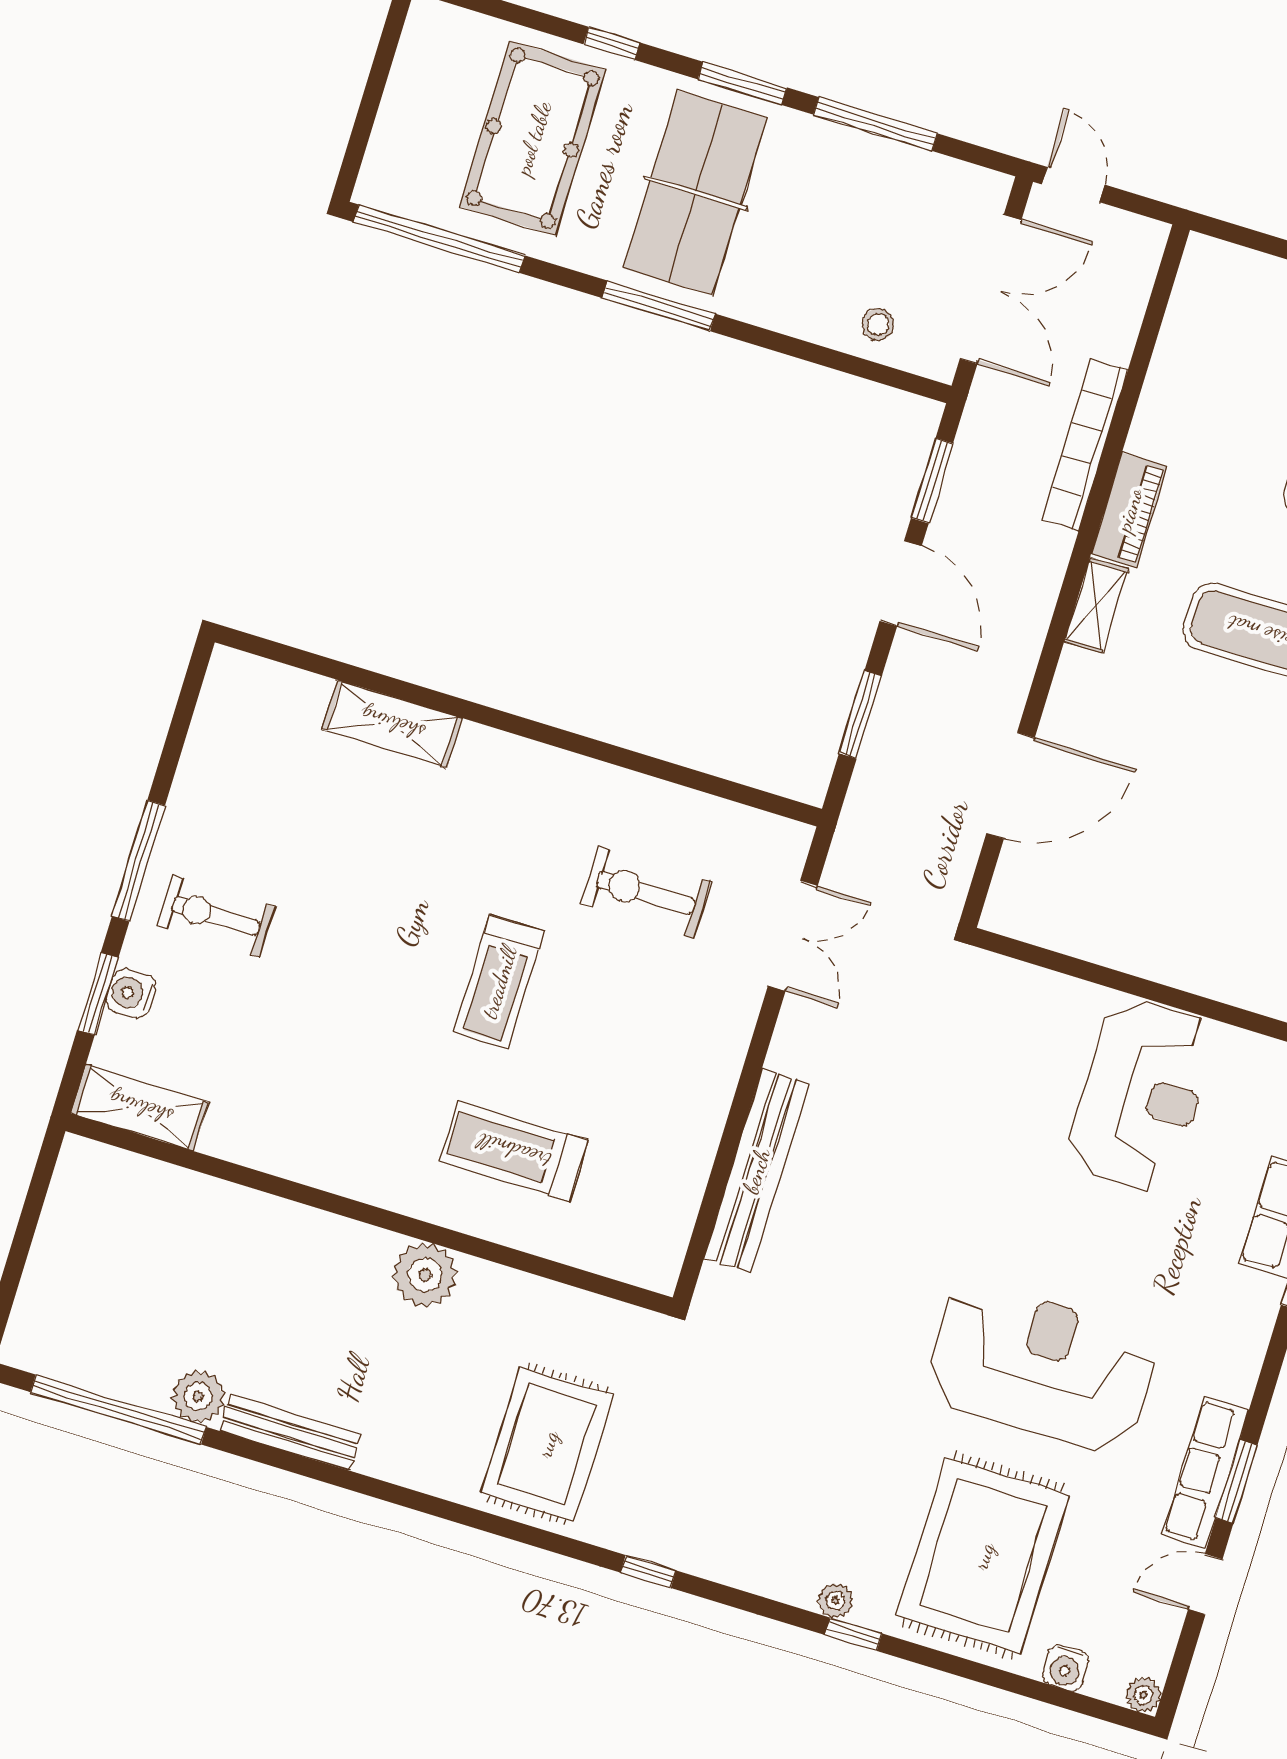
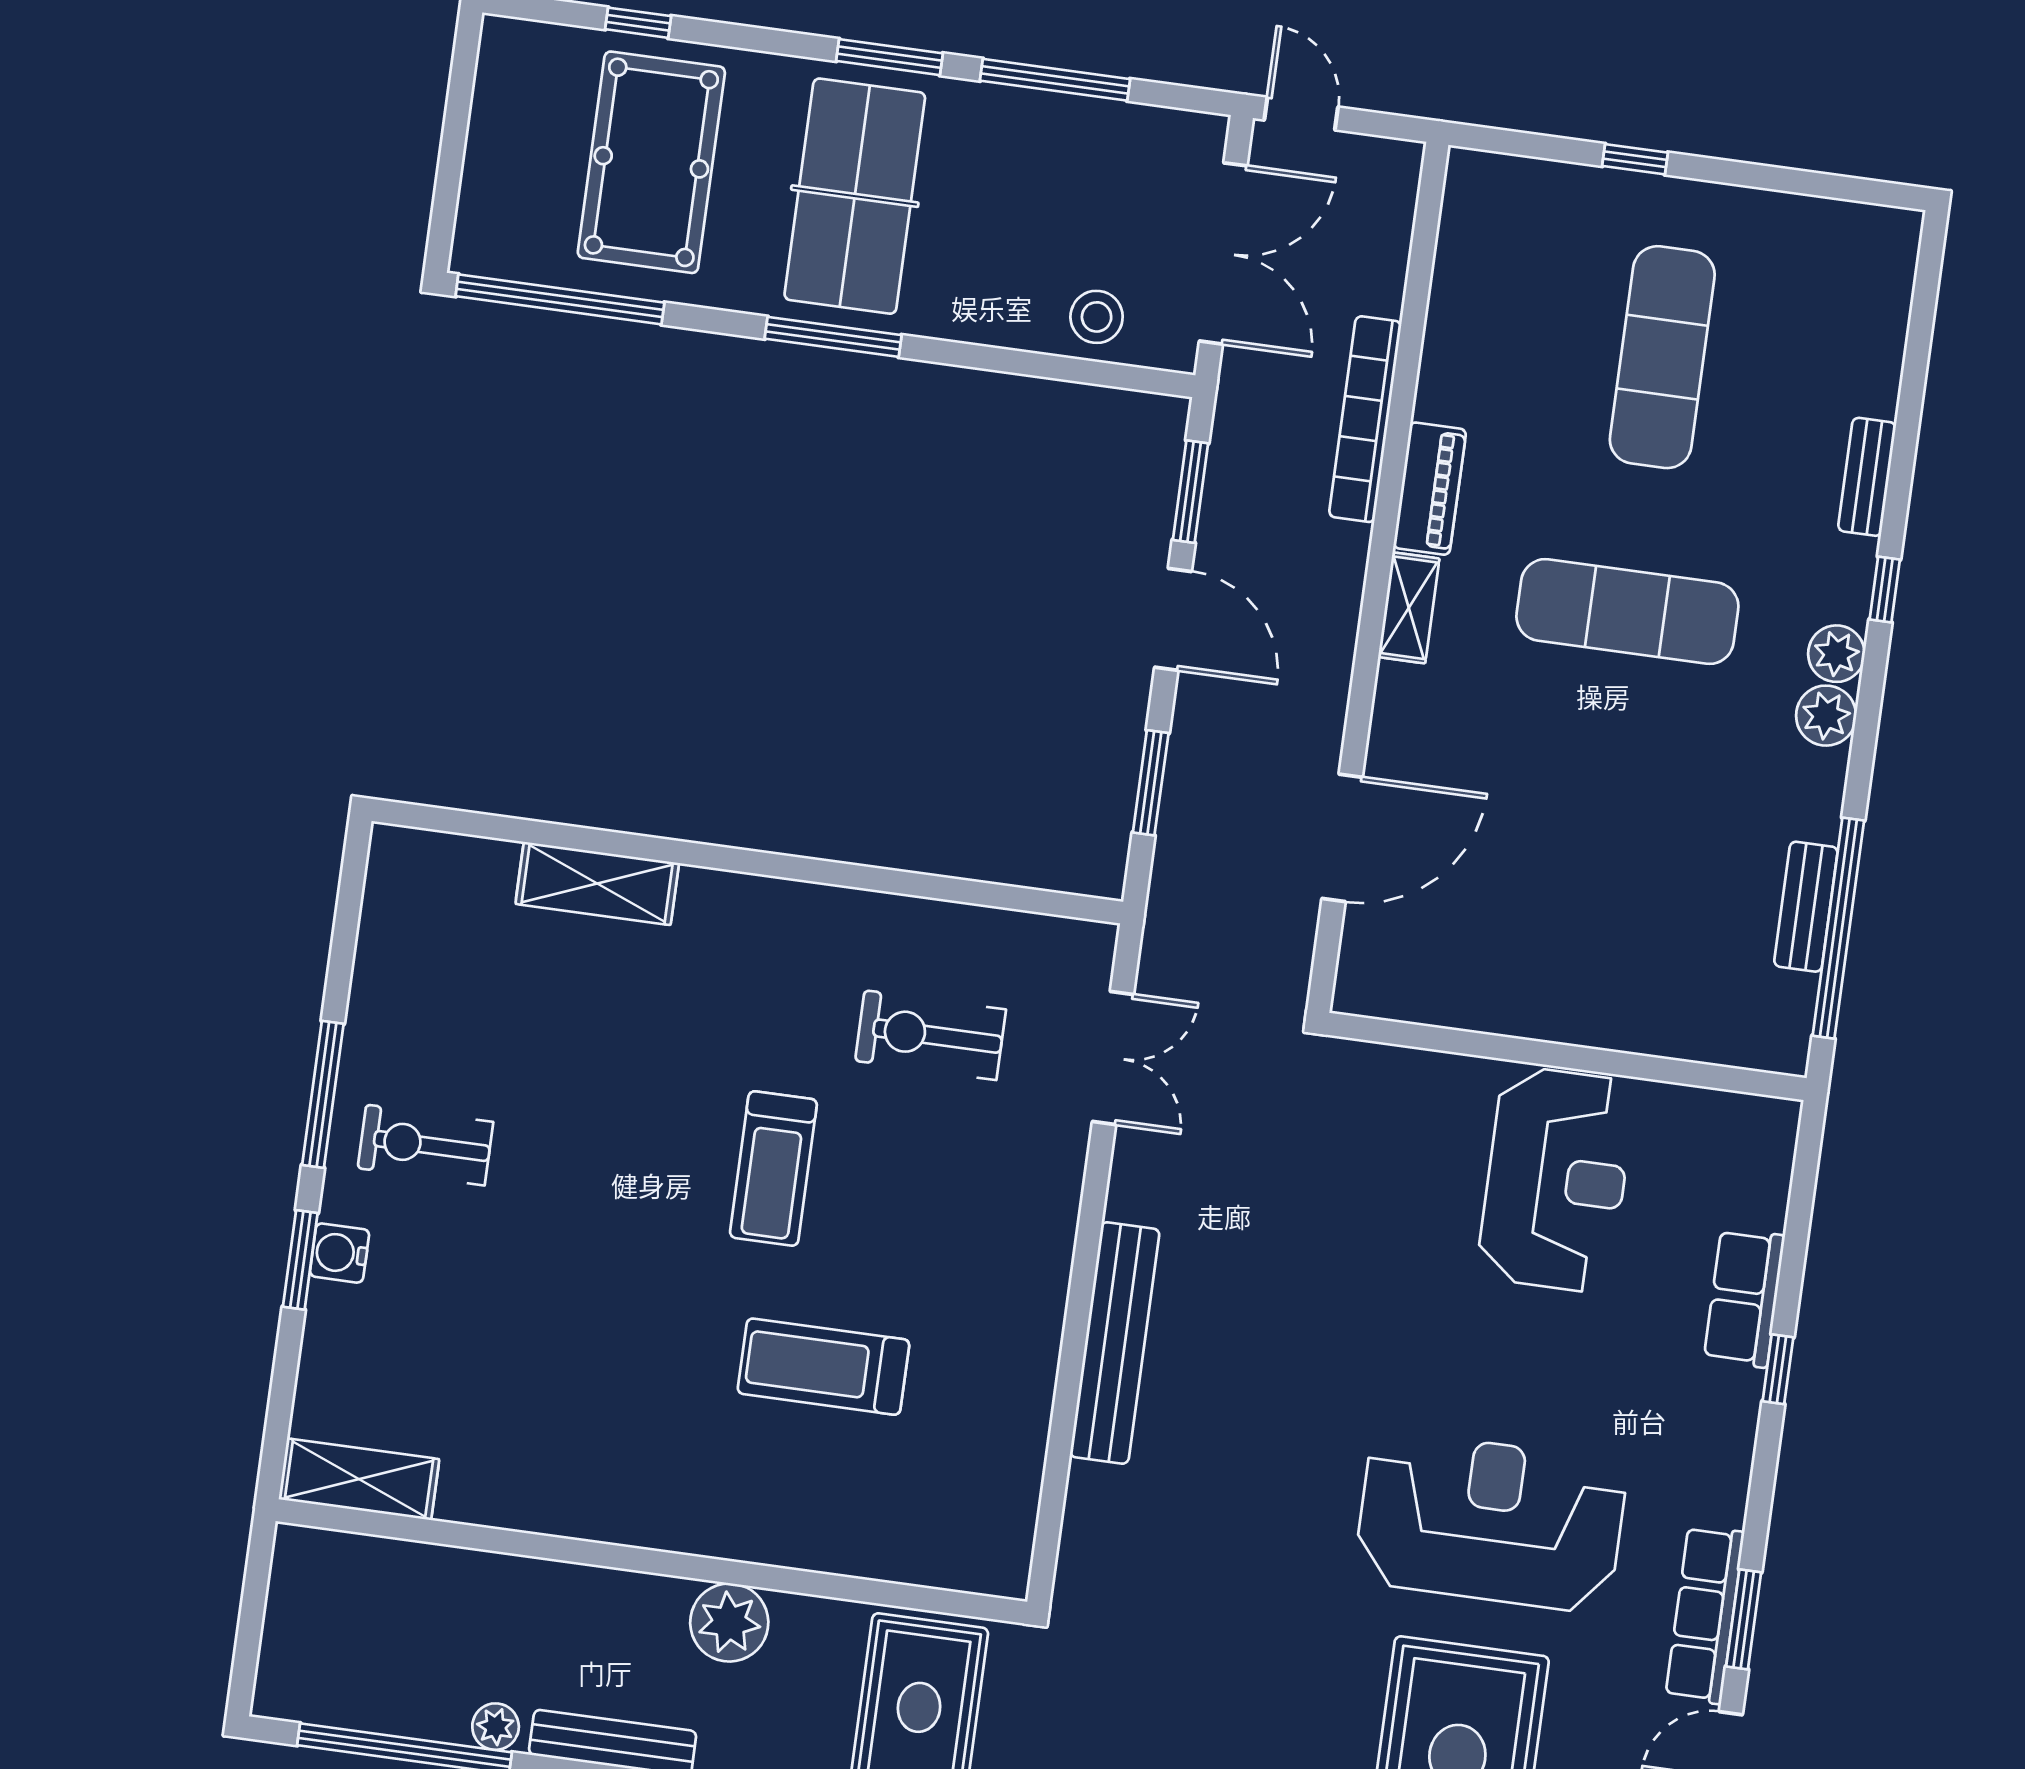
window: (612, 43) -> (638, 23), moved
stool: (878, 325) -> (1097, 317), width x1.37, depth x1.37
shelving: (140, 1108) -> (359, 1479), moved
wall: (369, 1214) -> (651, 1561), moved
plant: (425, 1275) -> (729, 1623), moved
plant: (198, 1397) -> (496, 1727), width x0.73, depth x0.73

